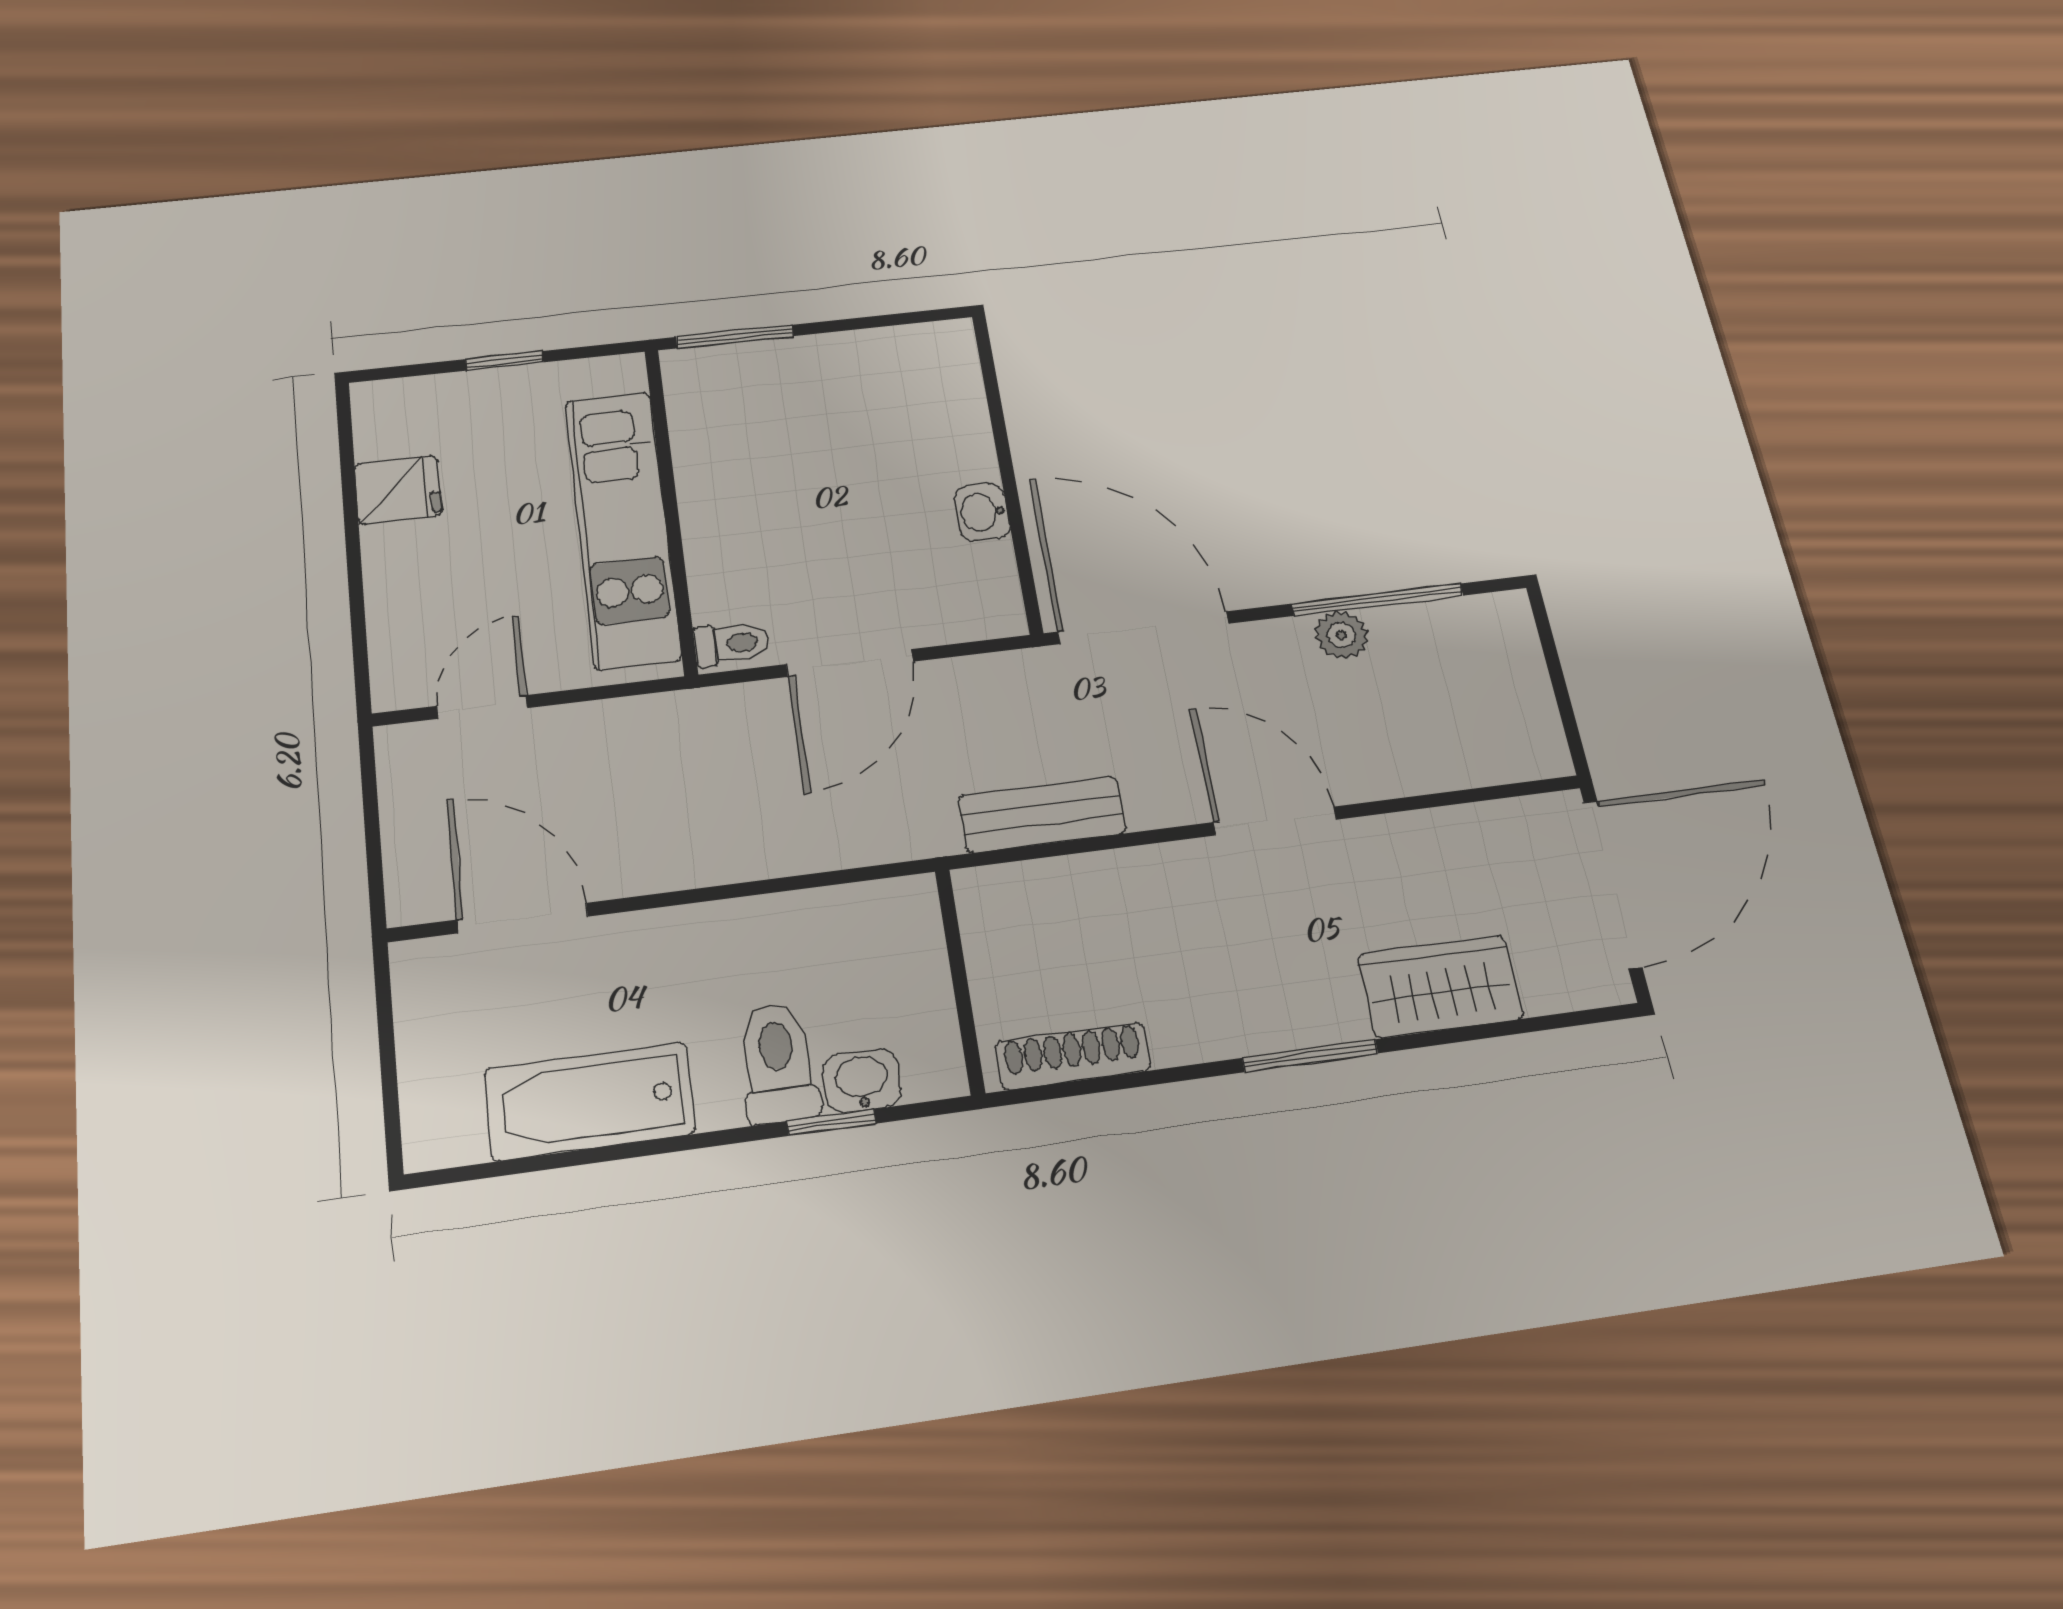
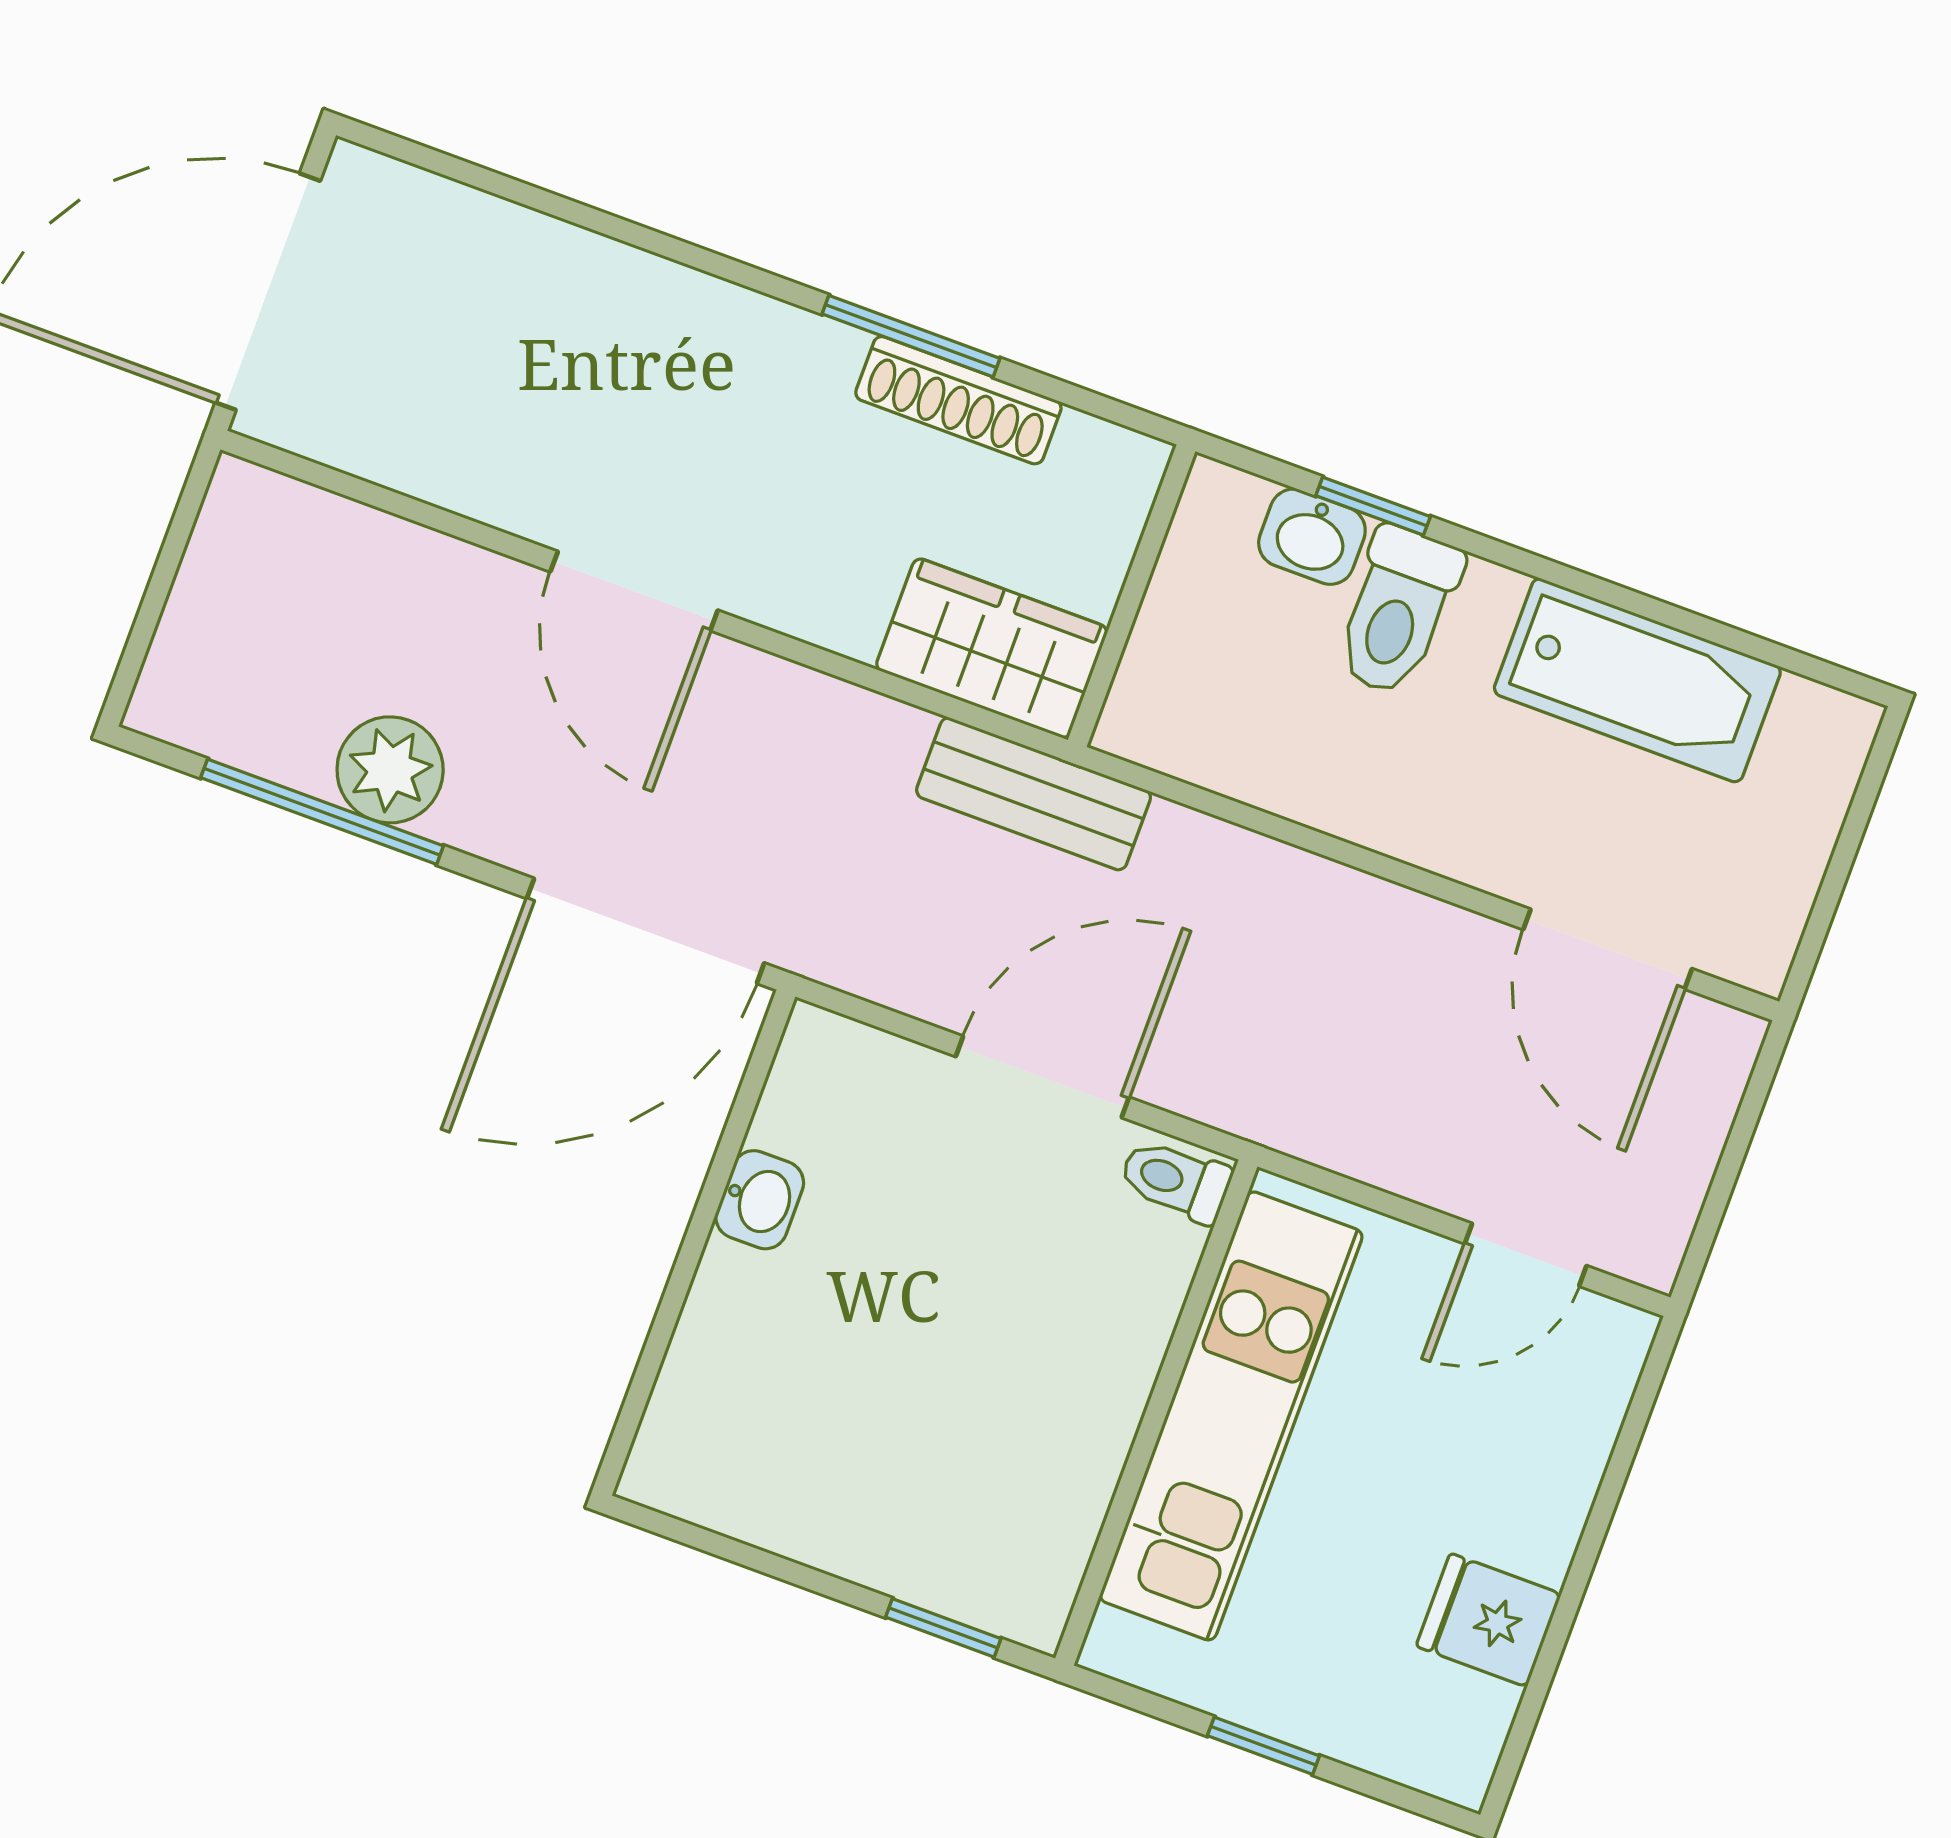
window: (735, 336) -> (943, 1628), width x0.67
door: (1144, 628) -> (645, 931), hinge flipped
plant: (1342, 635) -> (390, 770), width x1.38, depth x1.38
bench: (1042, 815) -> (1034, 794), moved
wardrobe: (1440, 986) -> (992, 648), moved, turned 180
shoe rack: (1073, 1056) -> (958, 400), moved
window: (1310, 1056) -> (911, 336), moved

